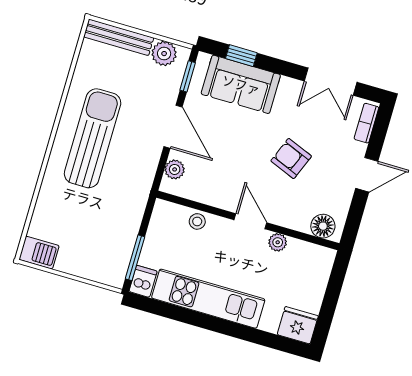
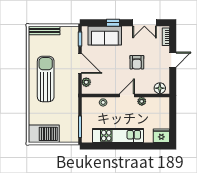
plant: (164, 54) -> (67, 32), removed
window: (241, 56) -> (113, 23), moved
armchair: (291, 158) -> (137, 62), turned -112
door: (250, 221) -> (127, 95), hinge flipped
barbecue: (39, 253) -> (44, 134), width x1.88, depth x1.53
dishwasher: (143, 281) -> (87, 136), removed

